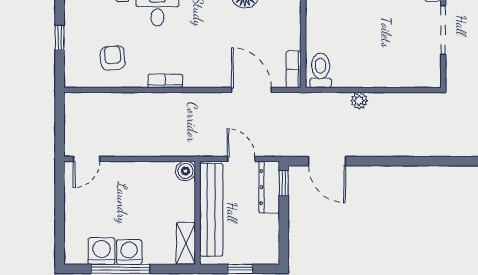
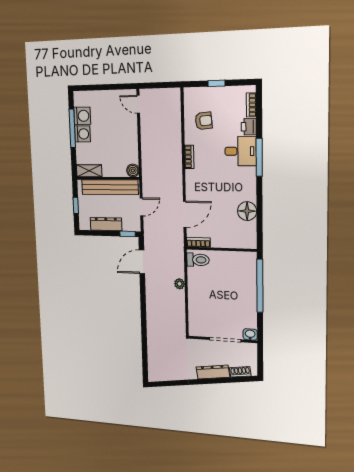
dresser: (269, 187) -> (106, 224), moved

